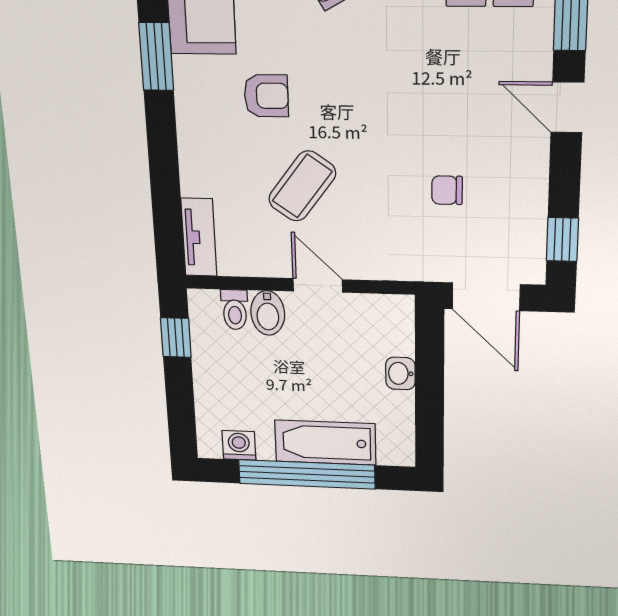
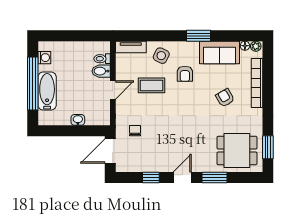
side table: (218, 159) -> (161, 56), added
coffee table: (302, 186) -> (152, 85), turned -36
chair: (447, 190) -> (135, 131), moved
window: (562, 239) -> (151, 177), moved
window: (176, 338) -> (90, 36), removed

